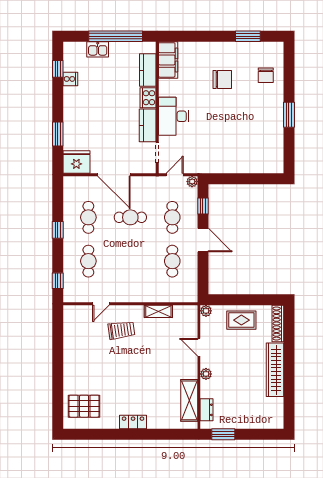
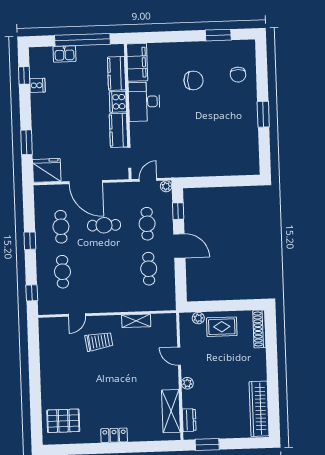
desk: (174, 116) -> (144, 102), moved
plant: (206, 311) -> (198, 318), moved
wardrobe: (275, 370) -> (259, 409), moved

